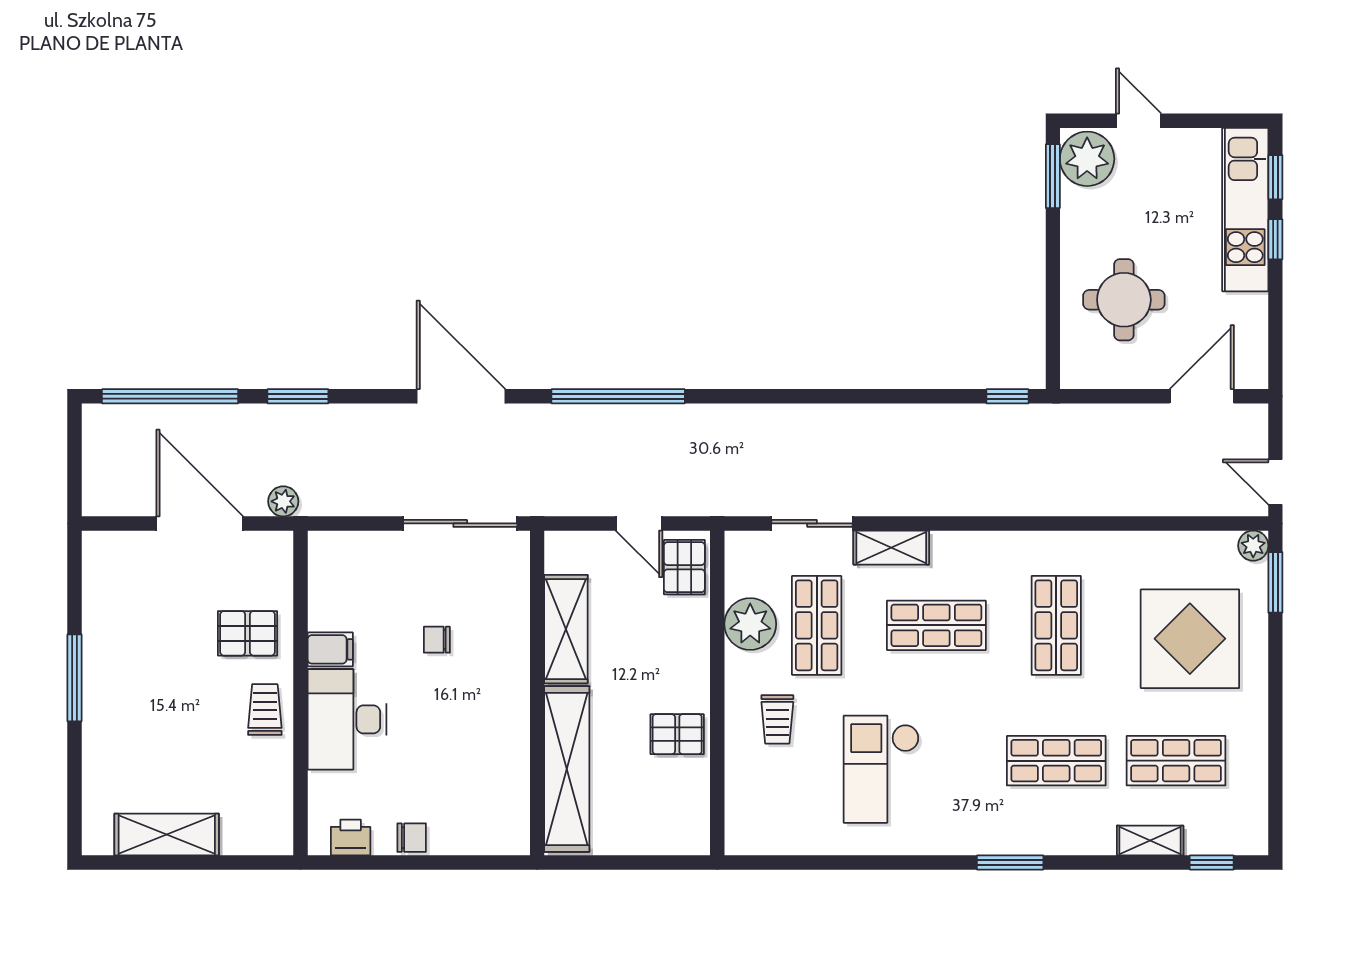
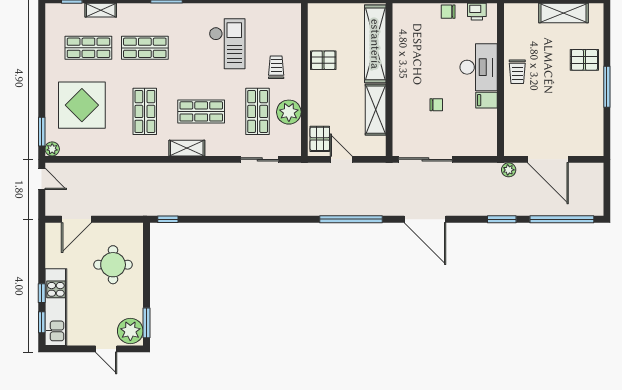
shelving: (891, 548) -> (187, 148), moved
pallet: (247, 633) -> (584, 60), moved

